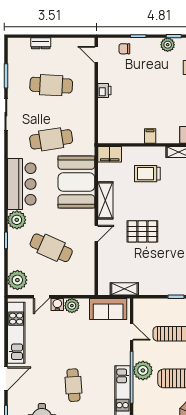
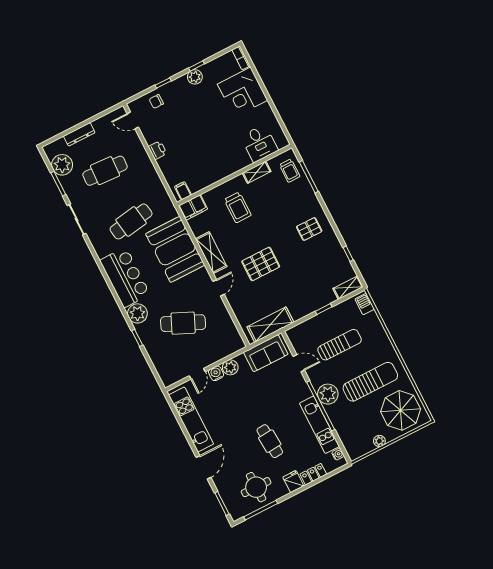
dresser: (41, 43) -> (79, 134), width x1.44
filing cabinet: (150, 136) -> (183, 191), moved
trolley: (147, 174) -> (238, 207), turned -90
plant: (17, 280) -> (62, 165), moved
shelving: (124, 289) -> (270, 325), width x1.50, depth x1.33

